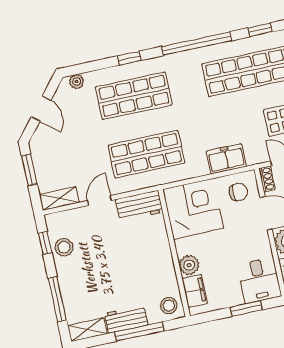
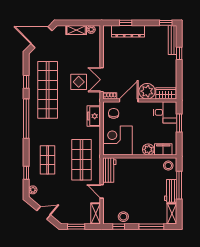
window: (129, 58) -> (26, 173), moved
shop shelf: (134, 96) -> (48, 160), width x0.70, depth x0.74

